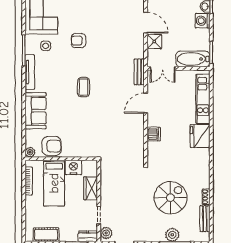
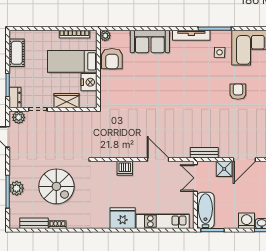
armchair: (79, 41) -> (238, 92), moved
bench: (139, 72) -> (204, 153), moved
coffee table: (84, 87) -> (175, 93), removed

